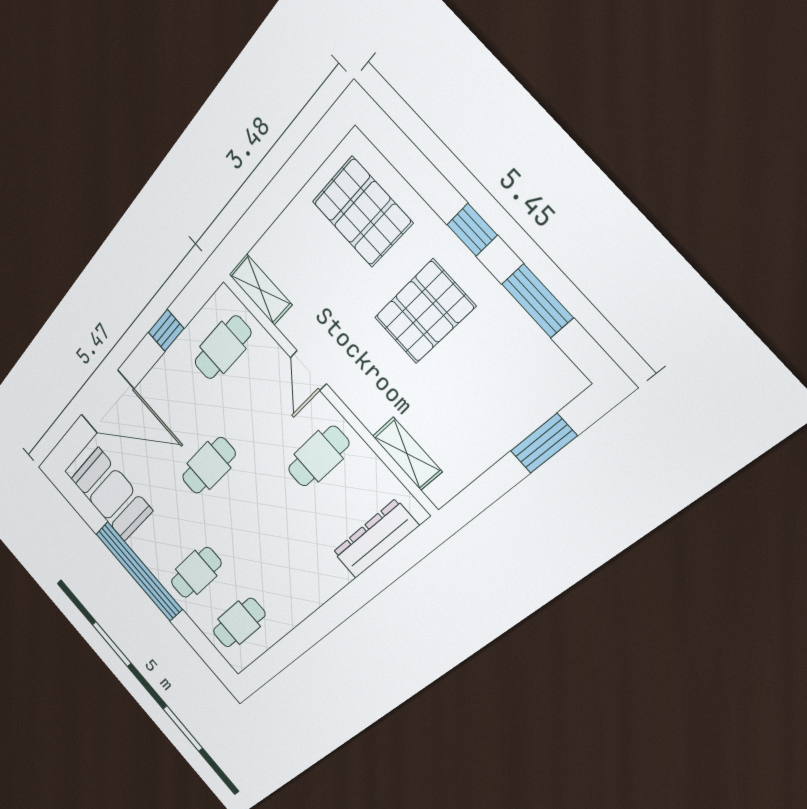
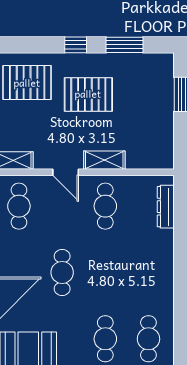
pallet: (424, 312) -> (88, 94), turned 90
shelving: (407, 454) -> (104, 160), moved
dresser: (375, 539) -> (166, 207), width x0.73, depth x0.80

